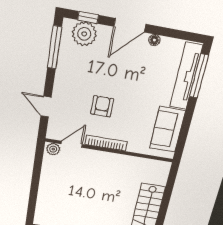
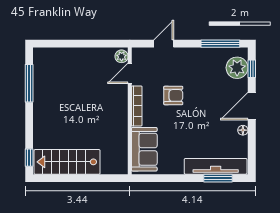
door: (130, 25) -> (252, 106), hinge flipped
window: (199, 76) -> (218, 178), width x0.69
sofa: (167, 129) -> (144, 149), moved, turned 90
door: (72, 144) -> (130, 73), swing flipped

